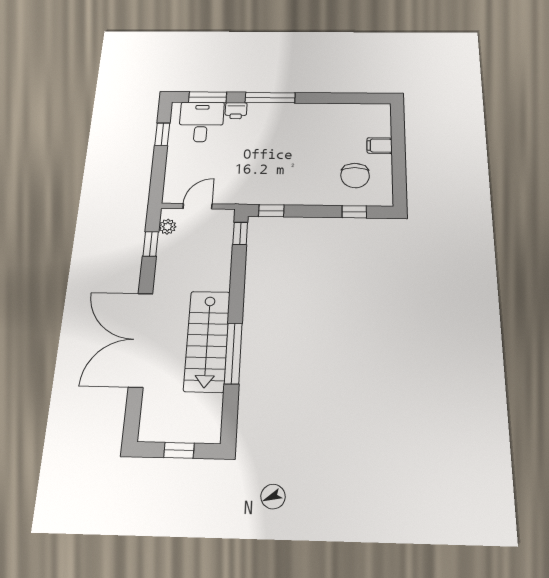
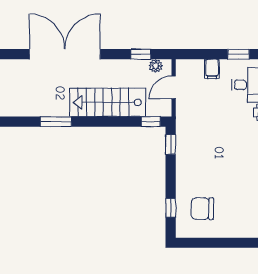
filing cabinet: (380, 146) -> (212, 69), moved, turned 180
door: (198, 206) -> (174, 87), swing flipped
stairs: (207, 341) -> (108, 102), moved
window: (233, 353) -> (56, 122), width x0.69

